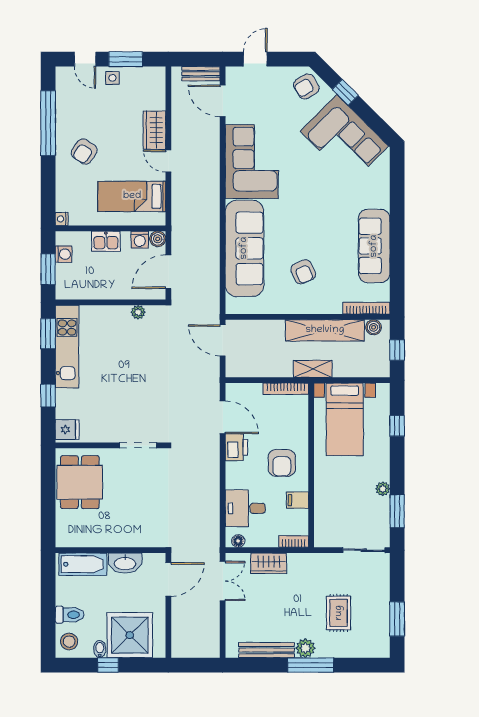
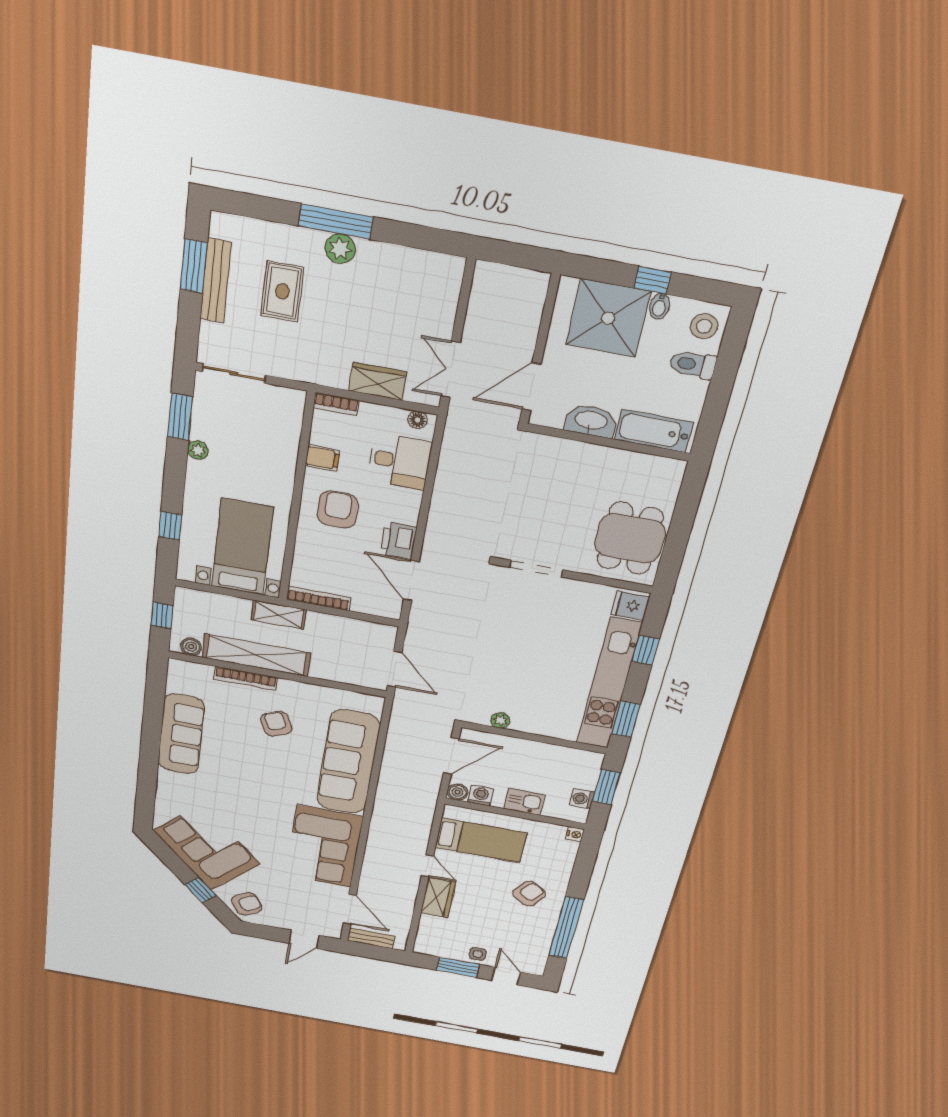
bookcase: (366, 308) -> (246, 678), moved
kitchen unit: (67, 347) -> (609, 684), width x1.36
bench: (267, 650) -> (216, 281), moved, turned 90

